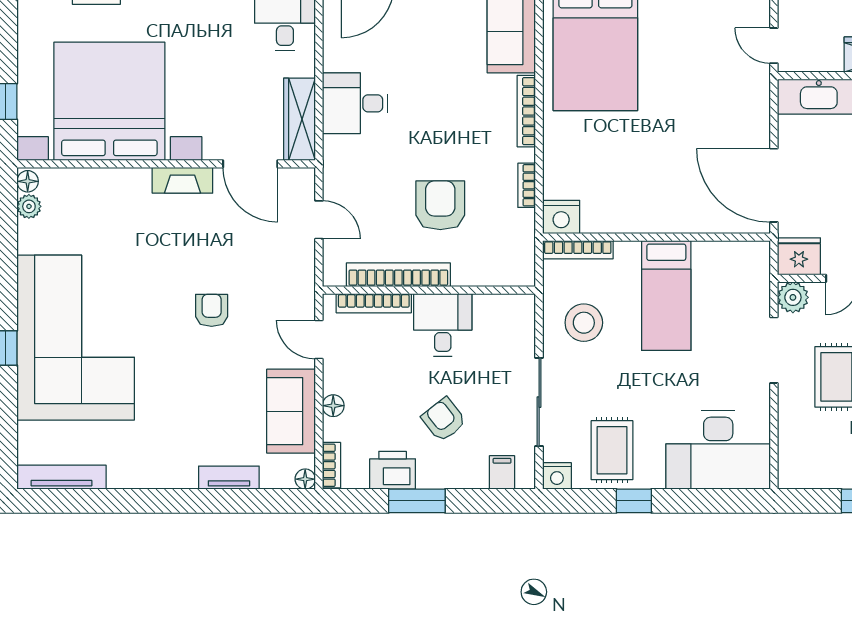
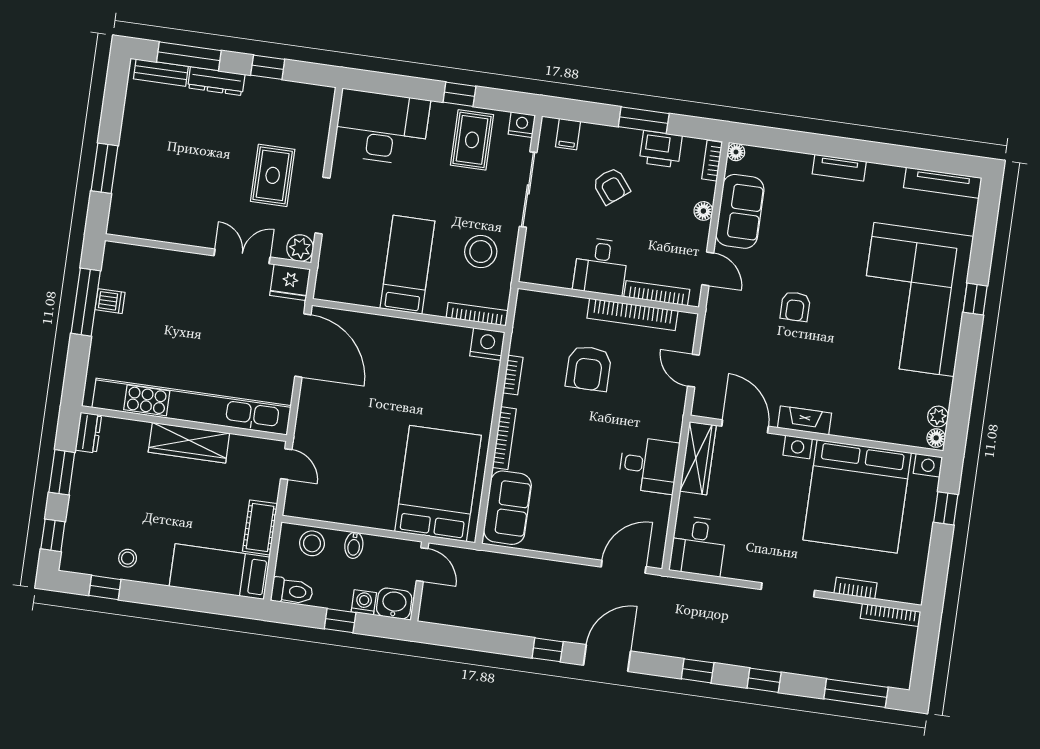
tv unit: (229, 478) -> (839, 168), moved

